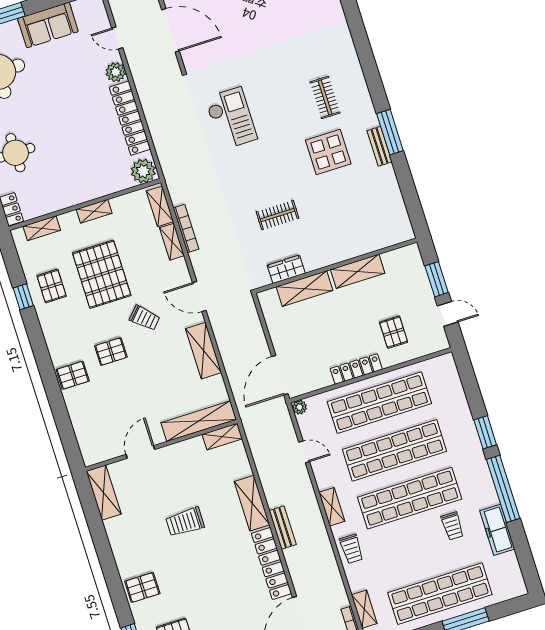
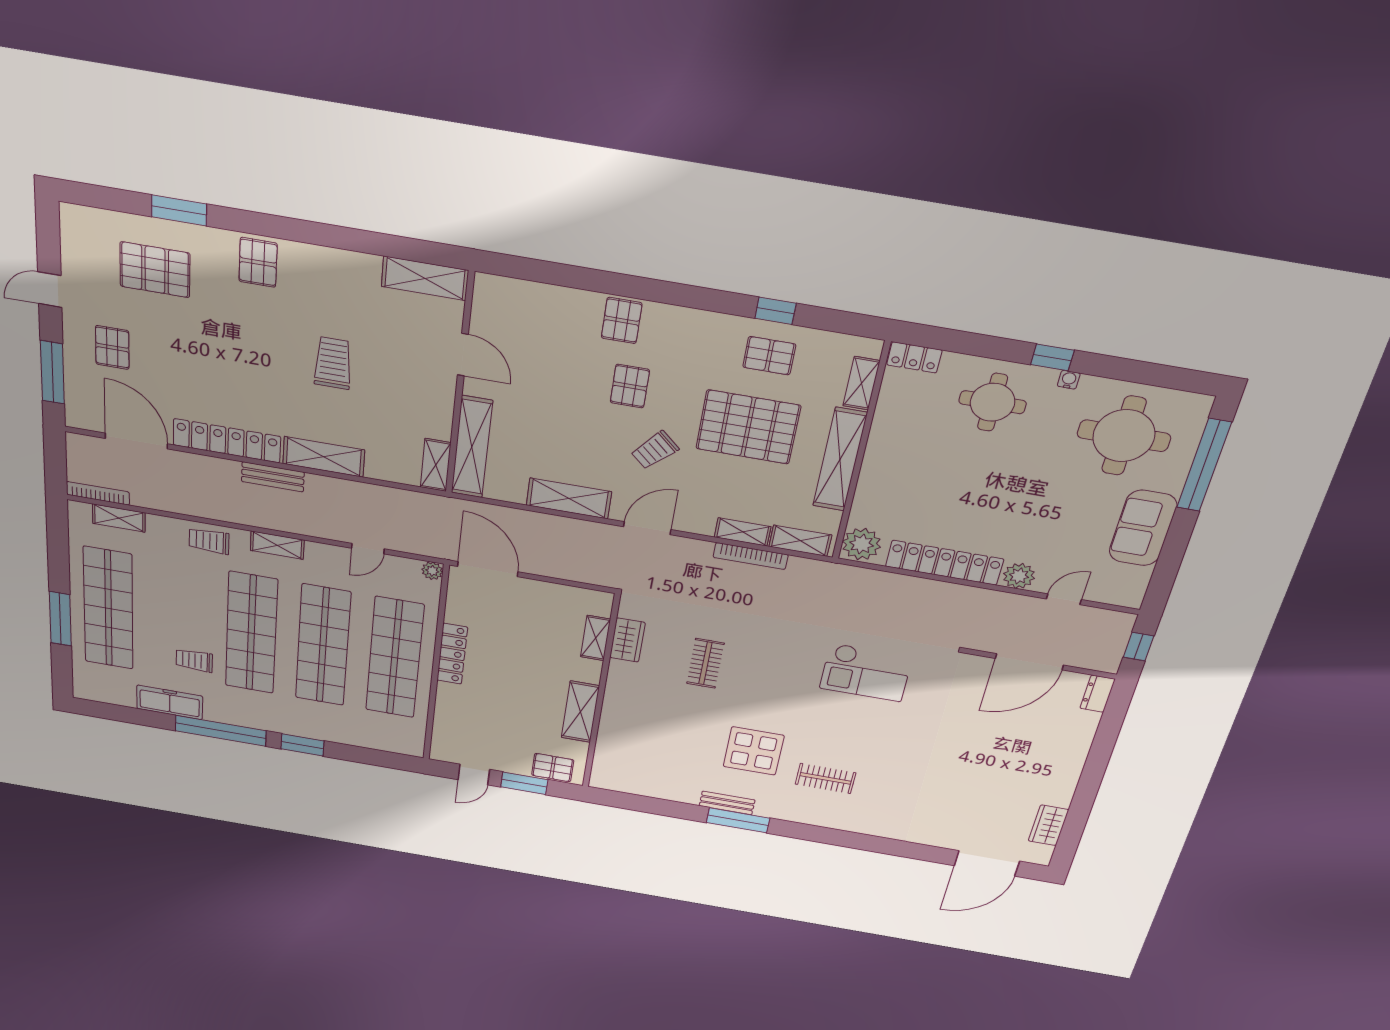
shelving: (94, 211) -> (840, 460), width x2.20, depth x1.33
shelving: (305, 289) -> (596, 638), width x0.67, depth x0.75
pallet: (394, 332) -> (553, 768), moved

